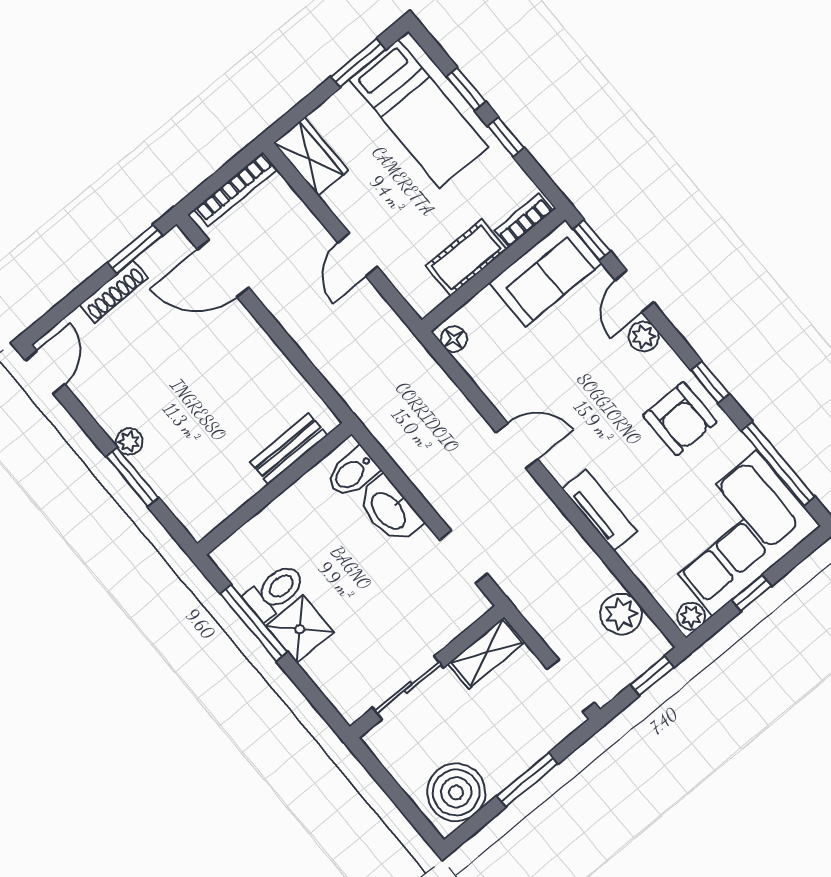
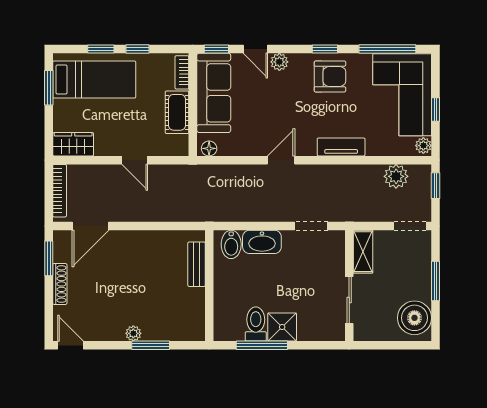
sofa: (545, 273) -> (214, 93), width x1.36

